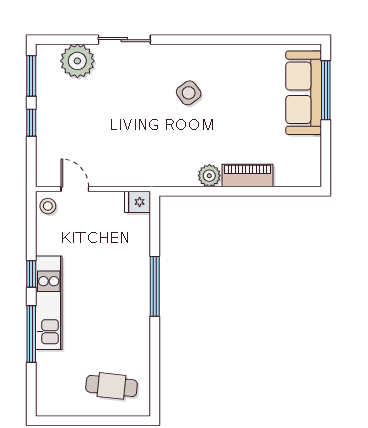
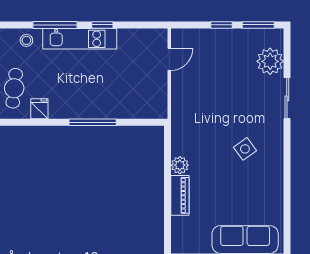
fridge: (138, 202) -> (39, 109), moved
stool: (48, 206) -> (26, 40), moved

